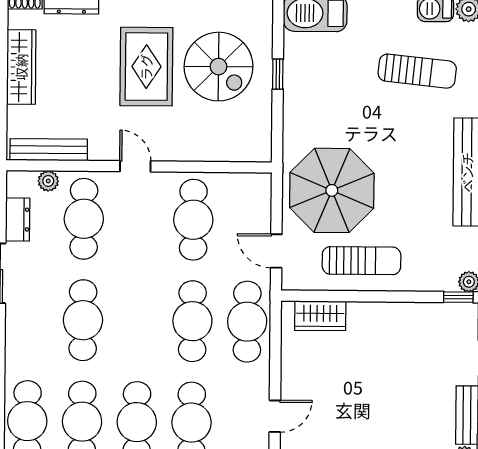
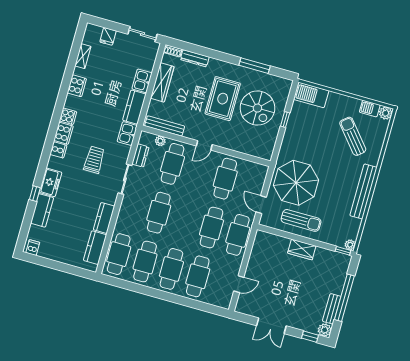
sun lounger: (417, 71) -> (353, 136), turned -136
door: (135, 166) -> (204, 145), swing flipped
wardrobe: (320, 316) -> (302, 249), moved

